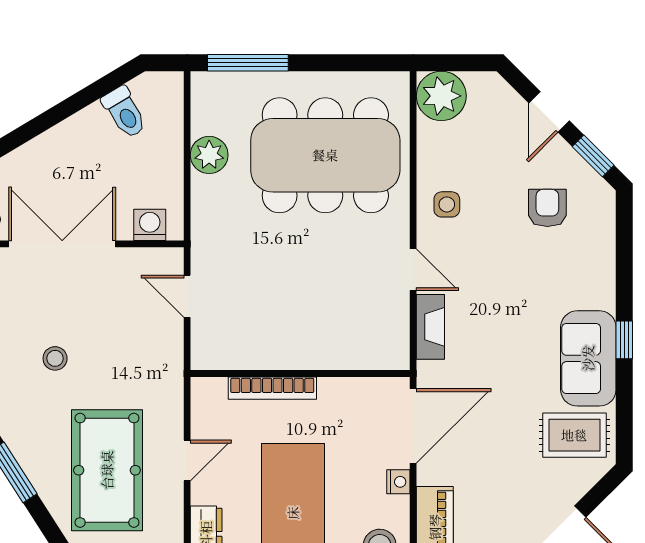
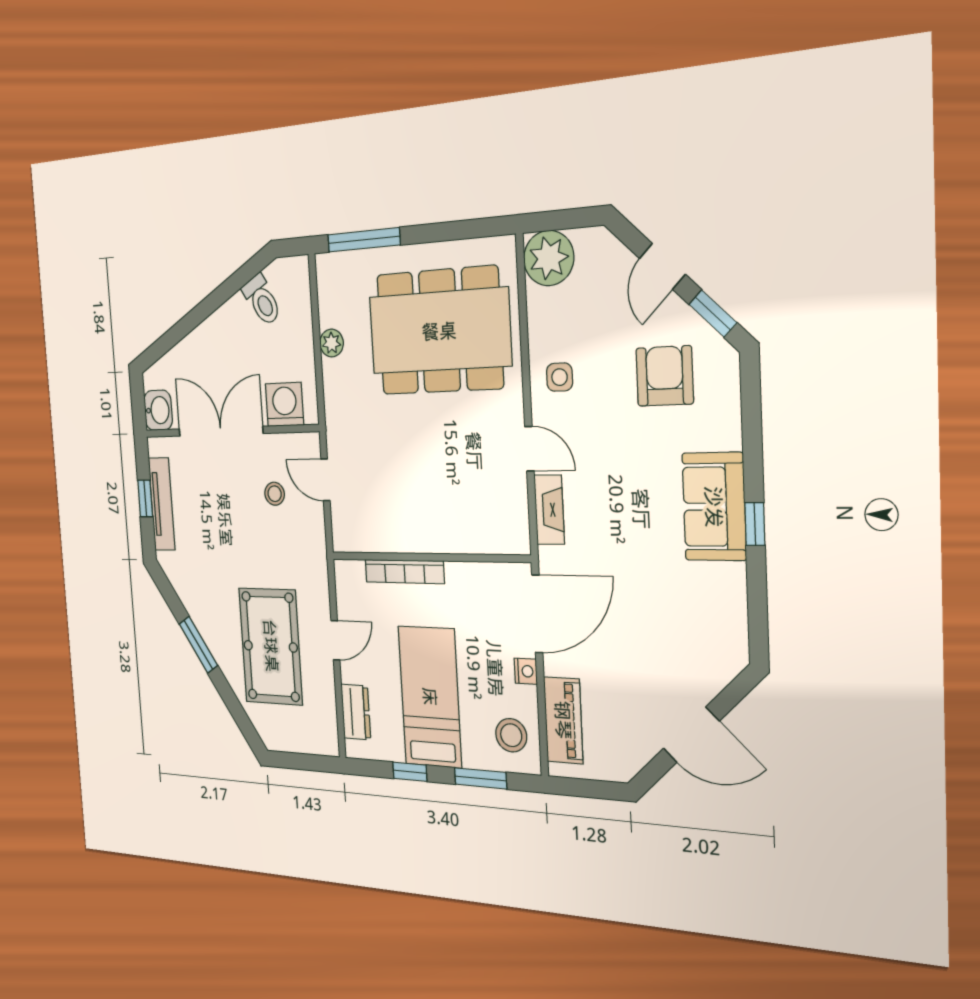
plant: (209, 155) -> (332, 343), width x0.73, depth x0.73
armchair: (547, 208) -> (665, 376), width x1.38, depth x1.38
washing machine: (150, 225) -> (285, 404), width x1.38, depth x1.38
stool: (55, 358) -> (275, 494), moved
sofa: (588, 358) -> (714, 507), moved
rug: (574, 435) -> (703, 630), removed

